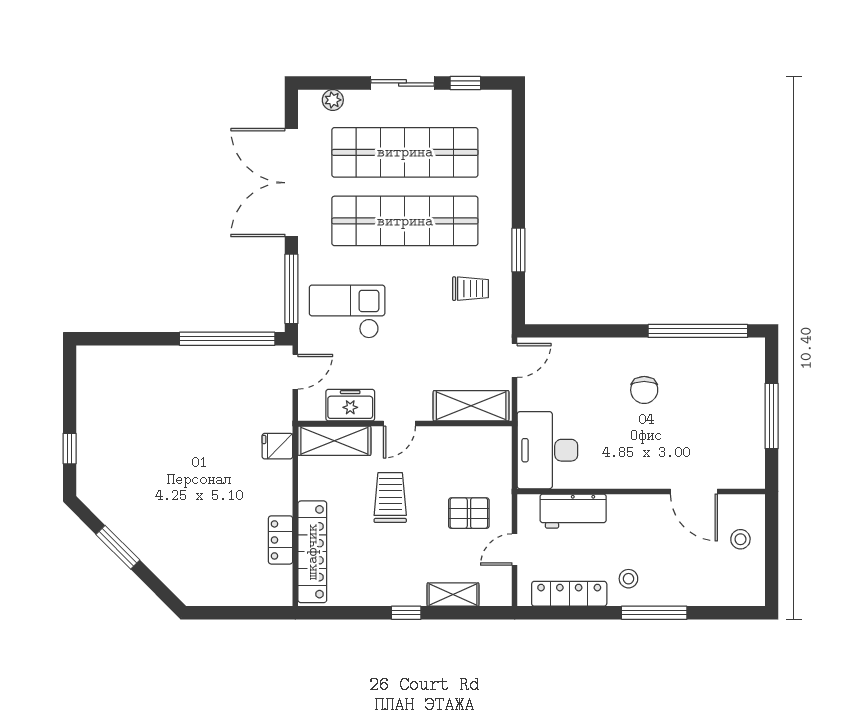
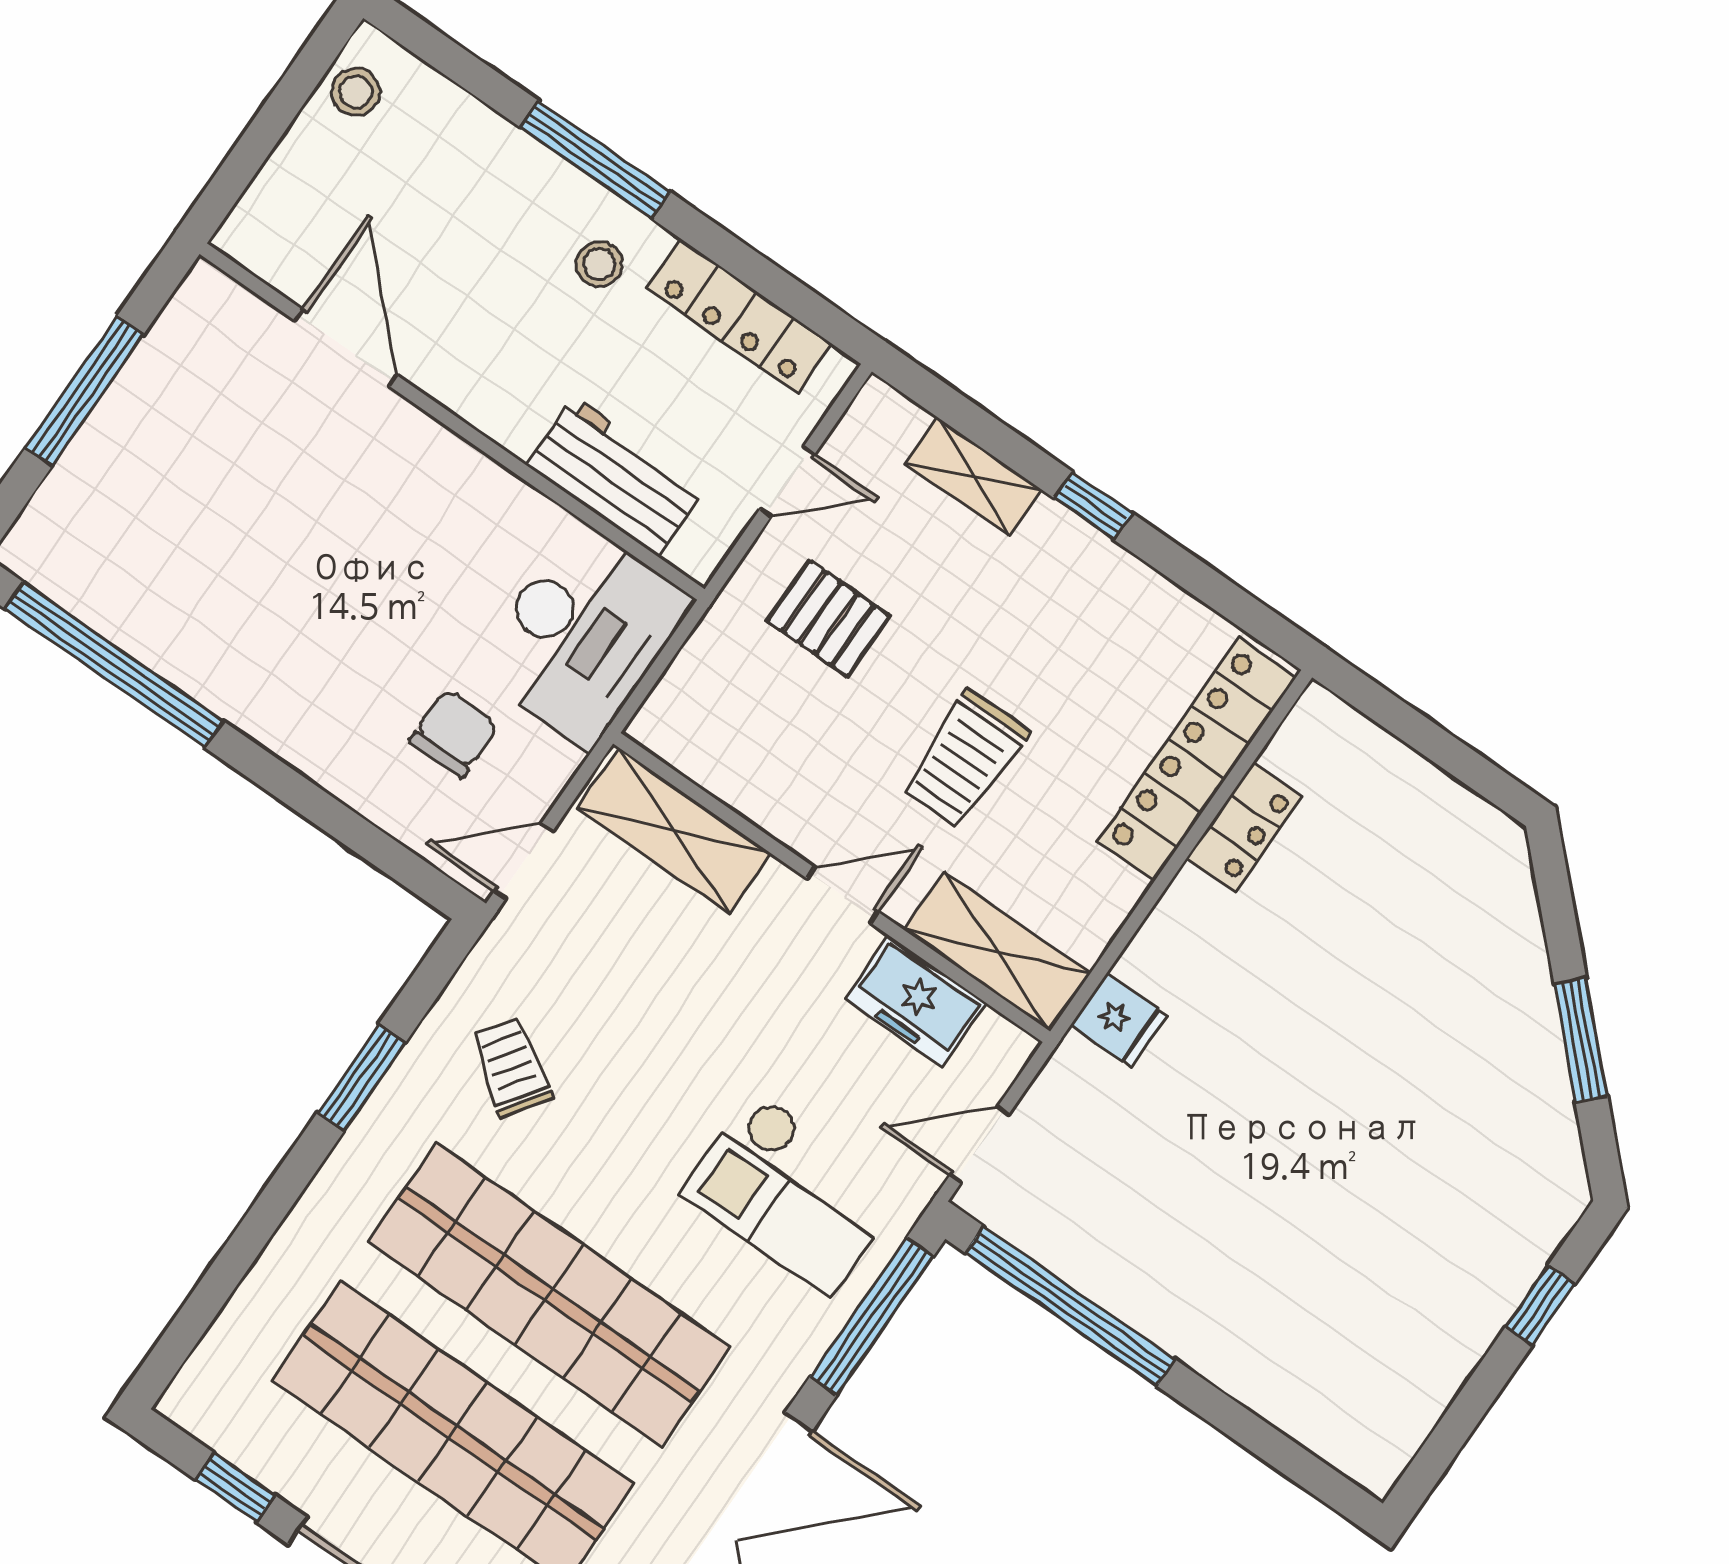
trolley: (471, 289) -> (511, 1067), turned 35
chair: (644, 390) -> (454, 733), moved
stool: (740, 539) -> (356, 92), moved

